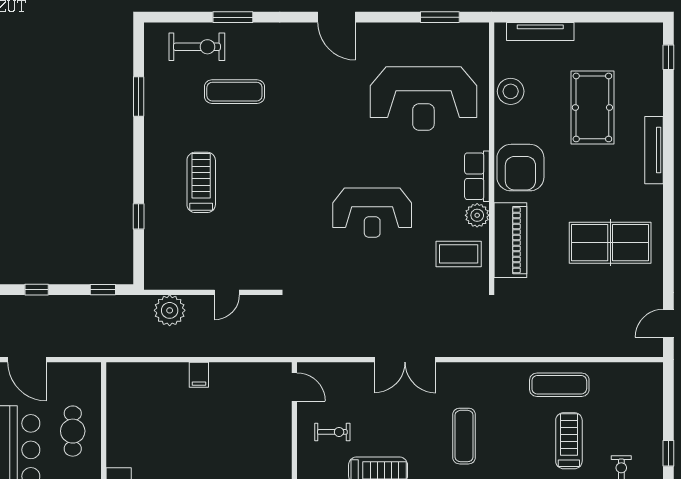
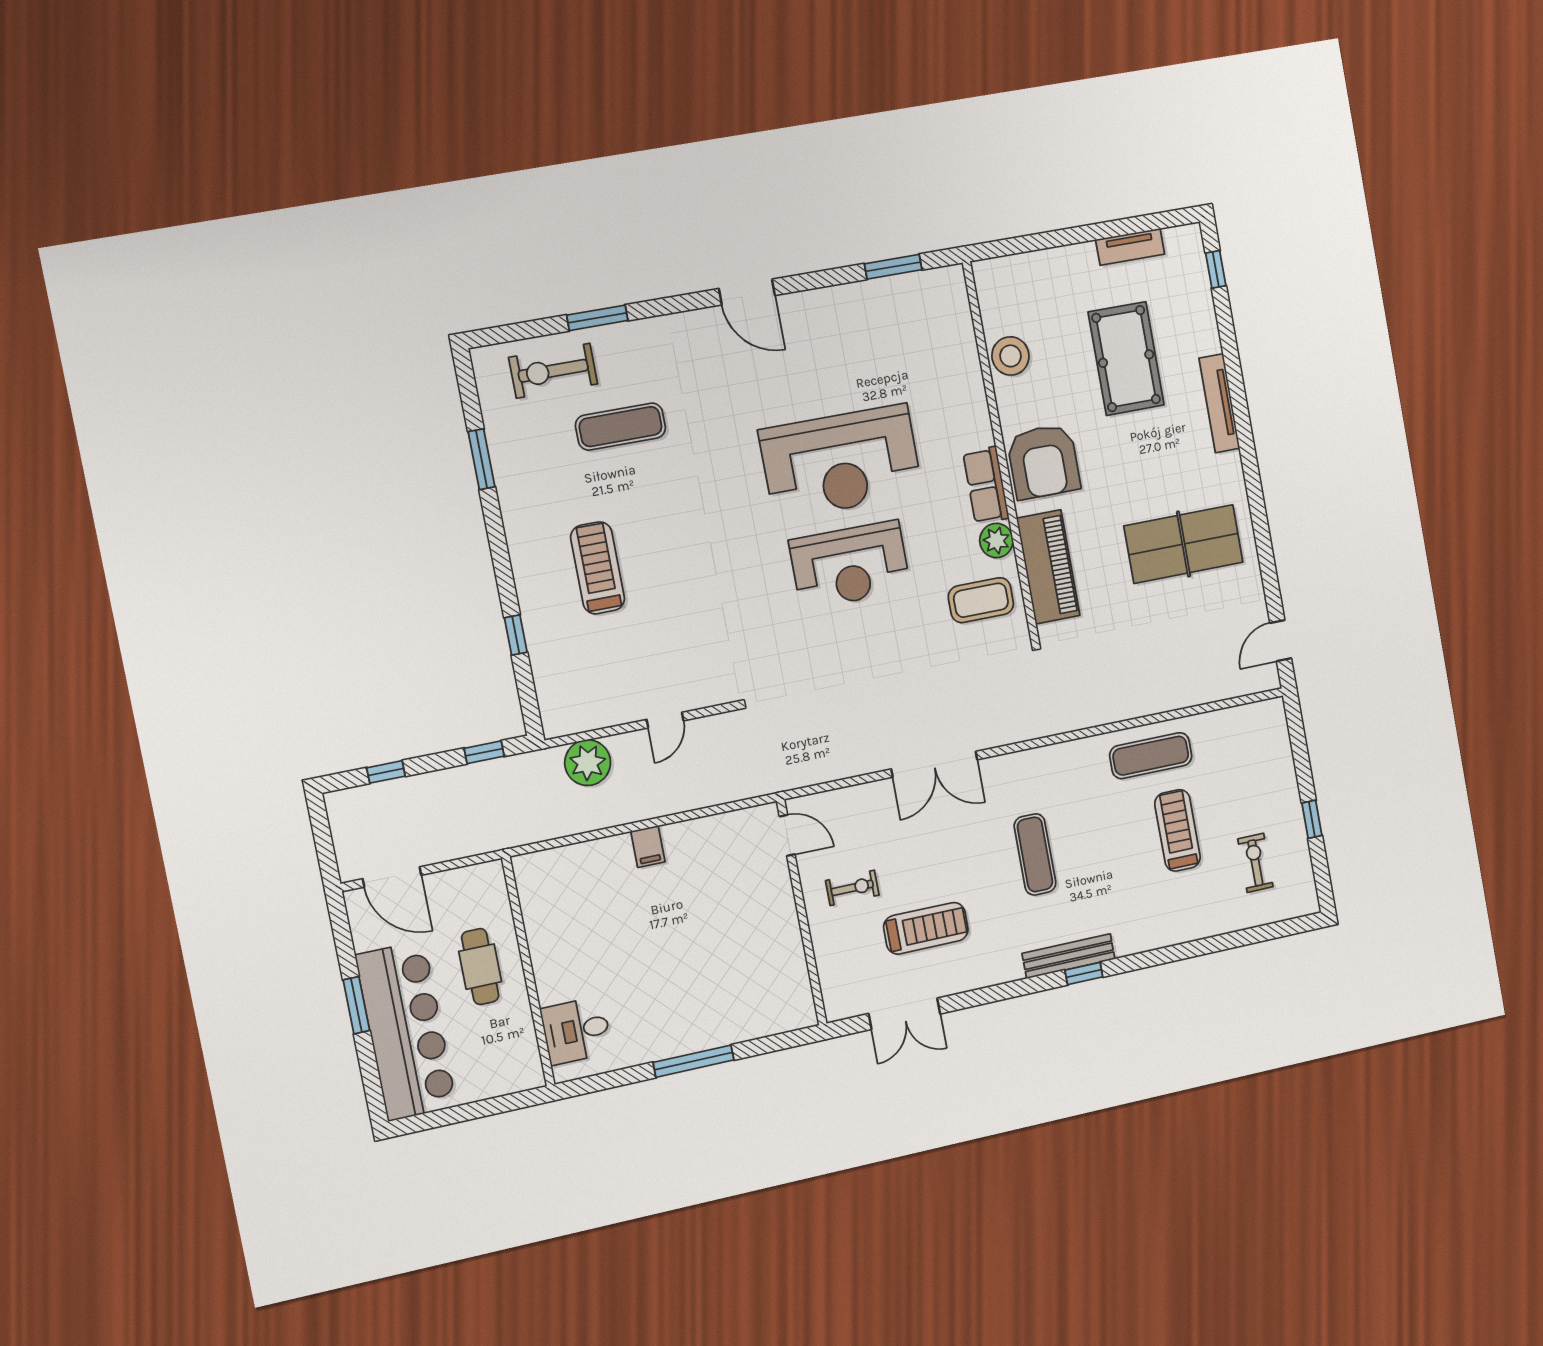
tv unit: (540, 31) -> (1130, 247), moved, width x0.71
exercise bike: (197, 47) -> (553, 371), turned 180
reception desk: (423, 98) -> (841, 462), moved

